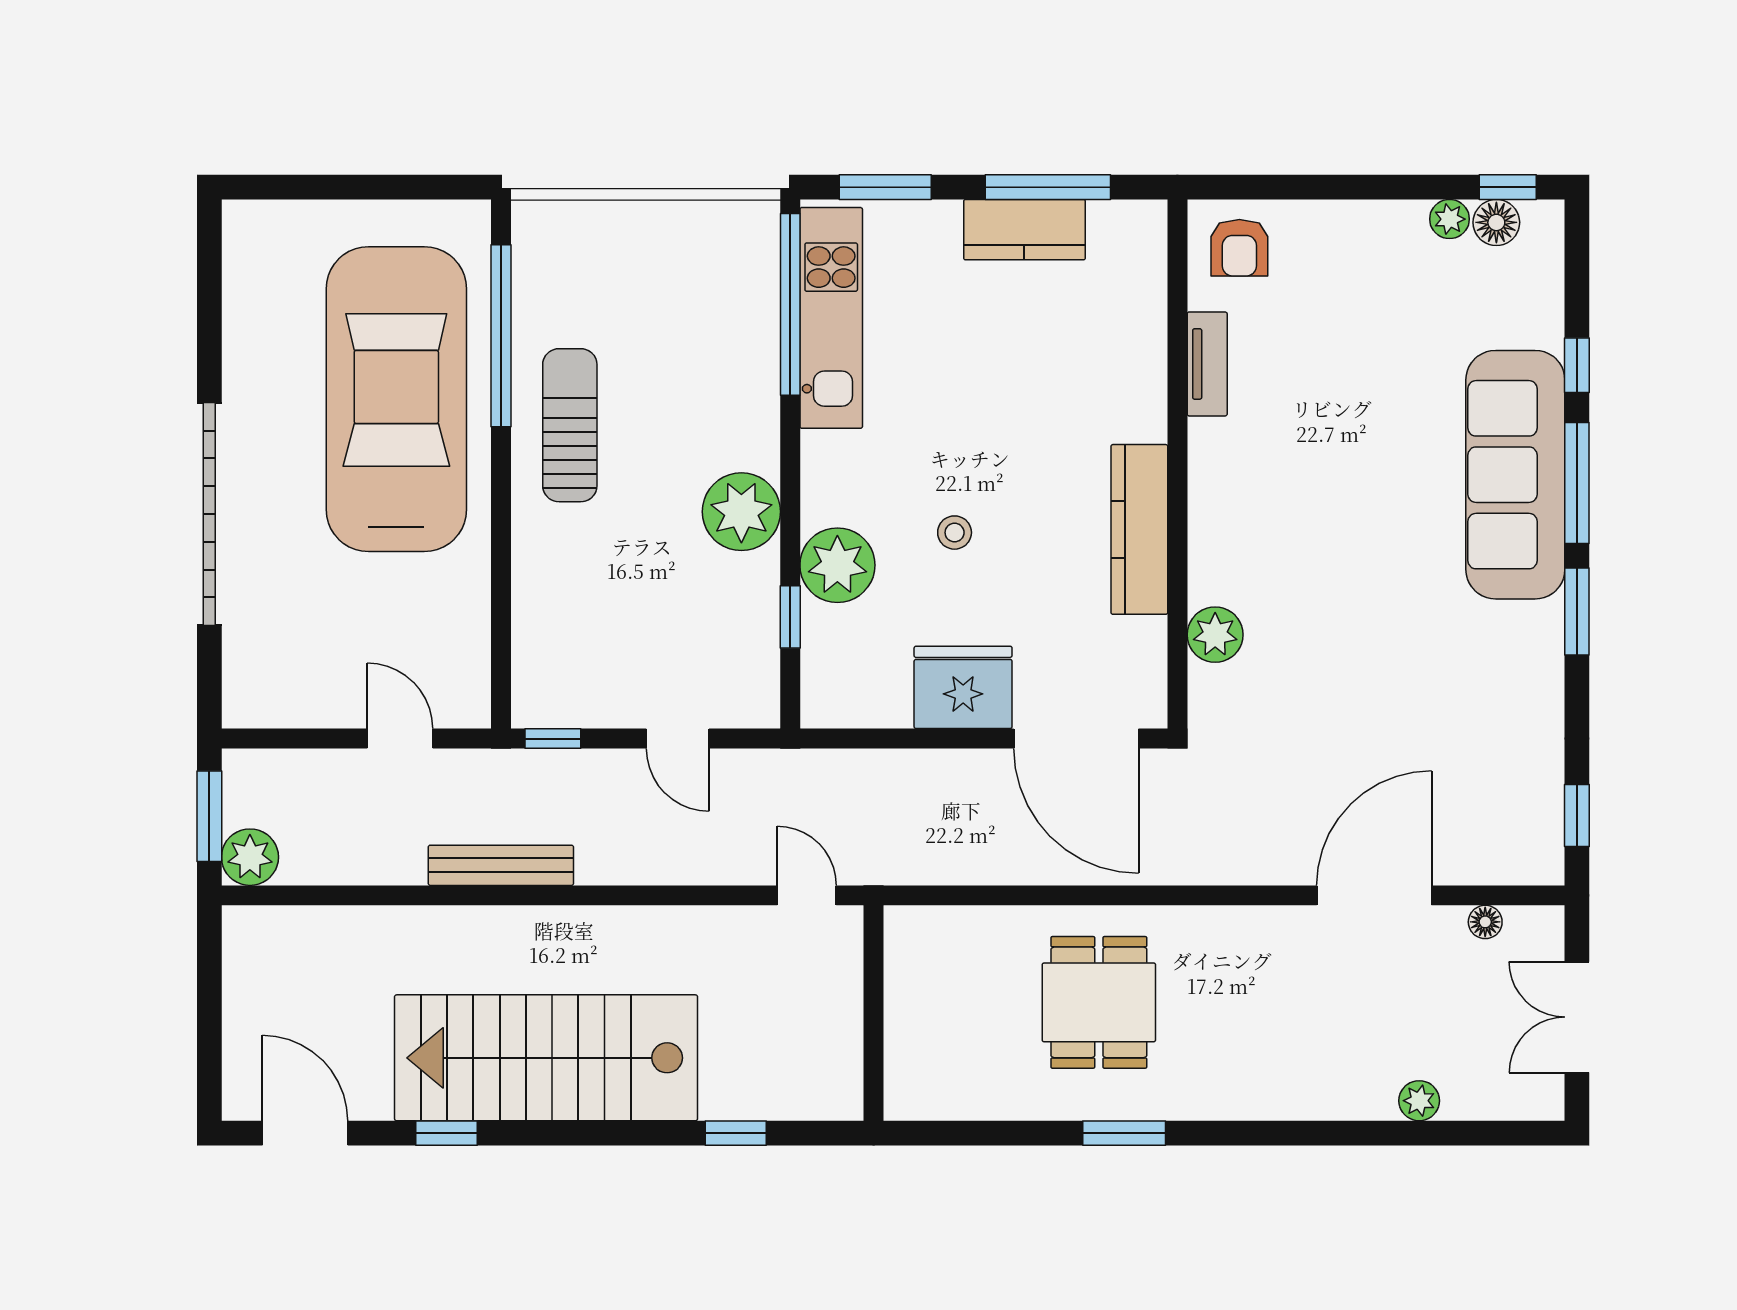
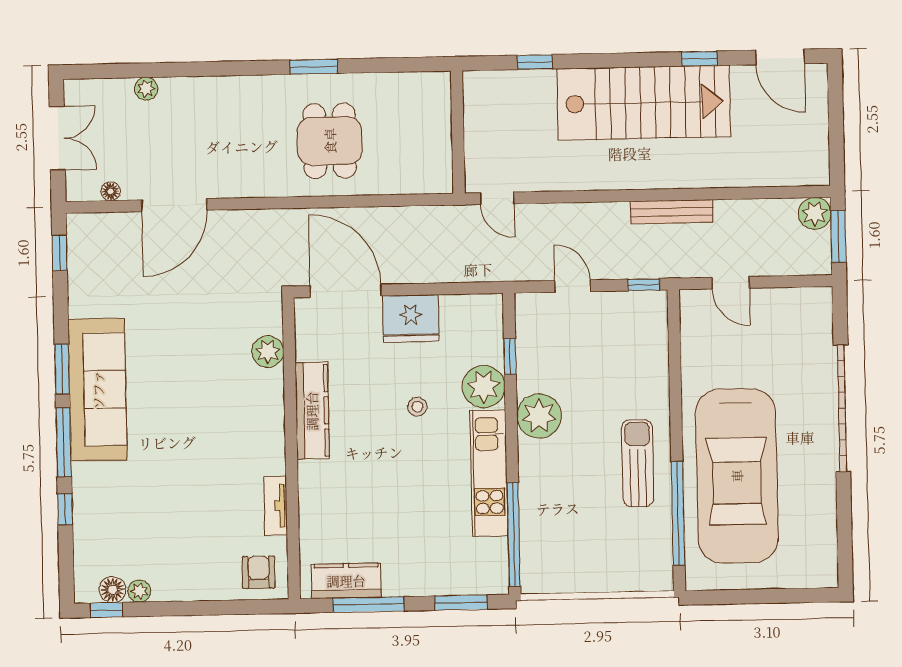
kitchen counter: (1024, 230) -> (346, 581), moved
kitchen unit: (831, 318) -> (489, 473), moved
sun lounger: (570, 425) -> (638, 463), turned 180
sofa: (1515, 475) -> (98, 390), moved

